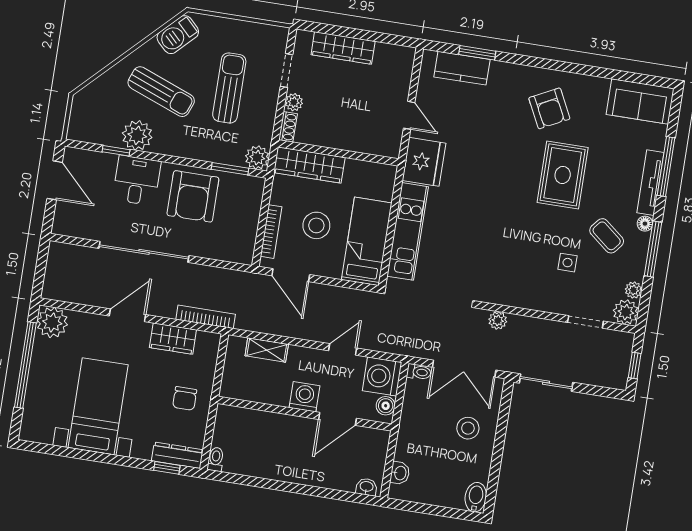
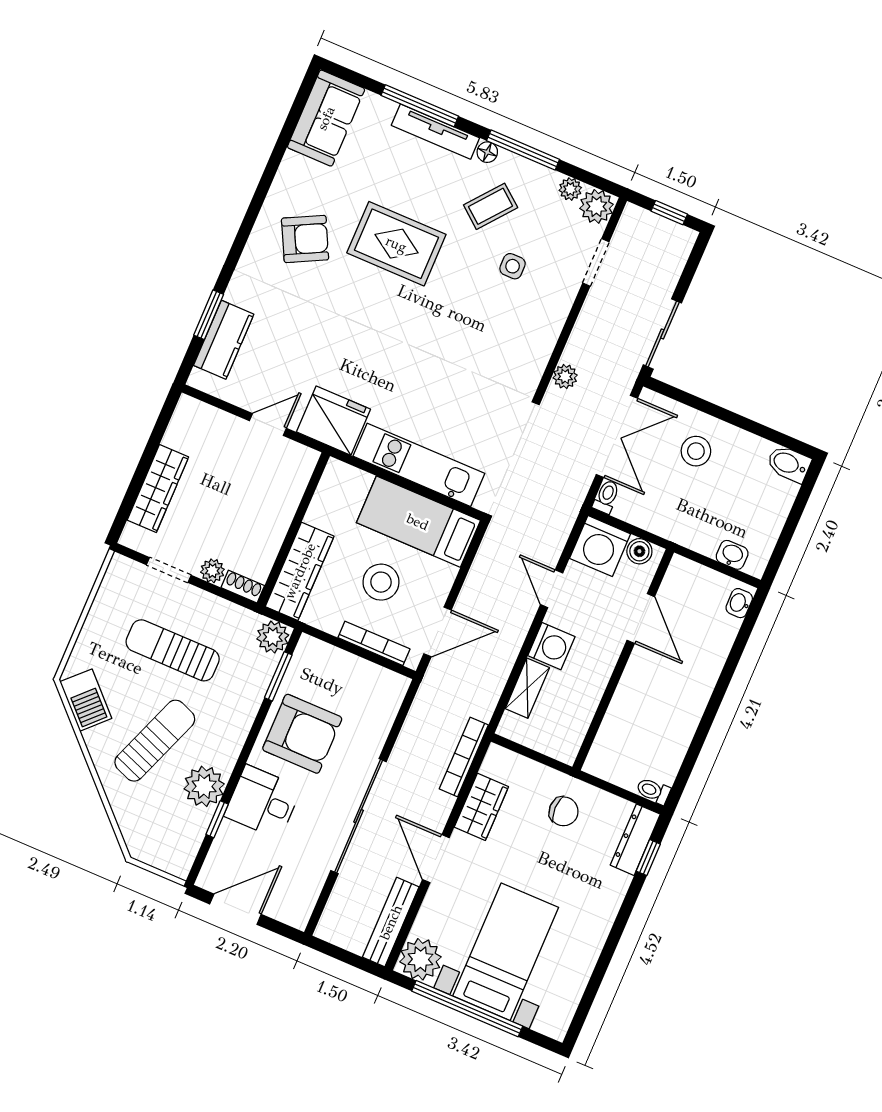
bench: (74, 294) -> (391, 922), added
washing machine: (304, 397) -> (551, 646), moved, turned 180
bed with nightstands: (98, 406) -> (506, 952), moved, turned 90

